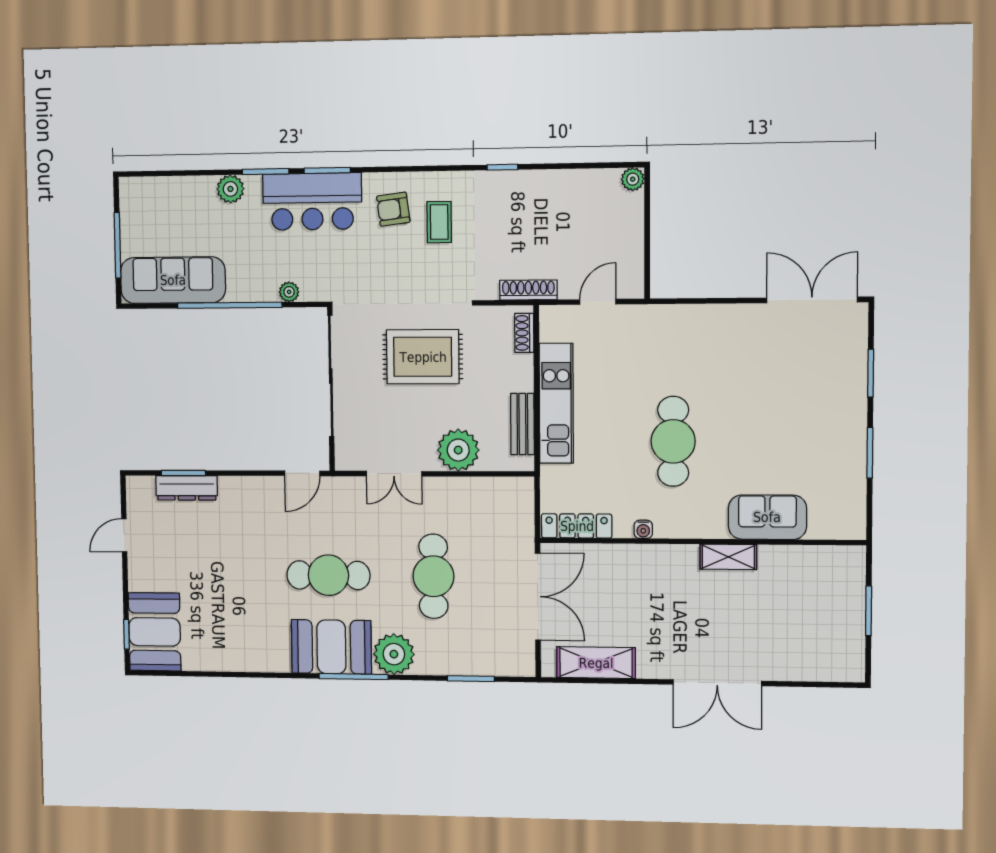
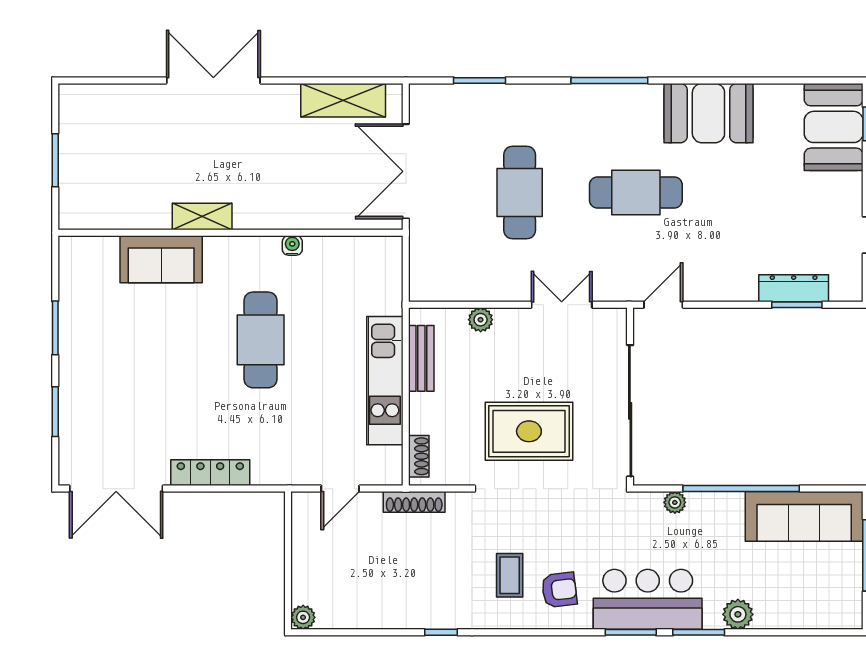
plant: (458, 450) -> (481, 320), width x0.53, depth x0.53
locker: (577, 526) -> (210, 473), moved, turned 180
booth: (331, 647) -> (708, 113), moved
plant: (394, 654) -> (564, 106), removed

